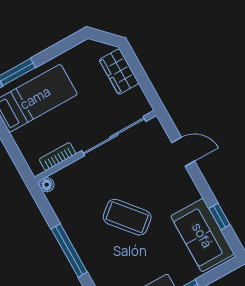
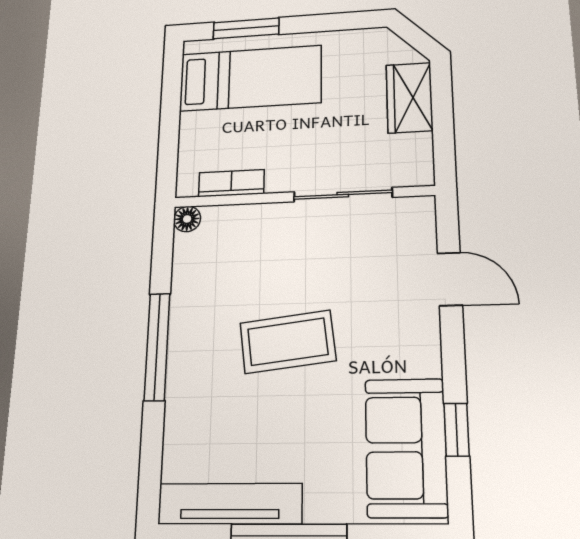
sliding door: (114, 136) -> (343, 195), width x0.73
coffee table: (127, 217) -> (288, 342), turned -57

